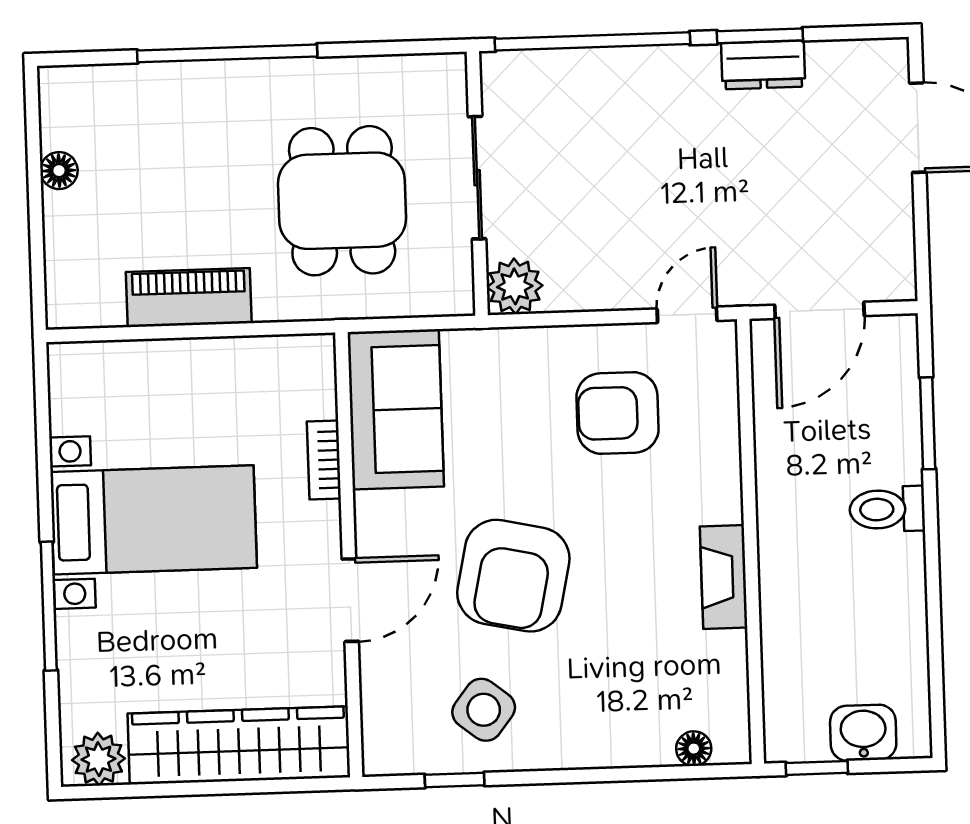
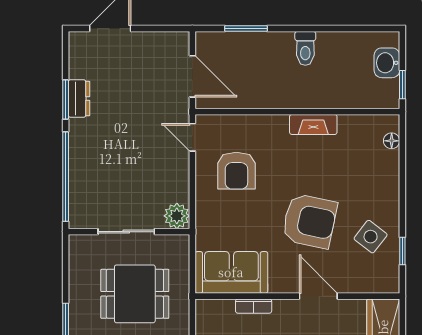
toilet: (887, 509) -> (305, 48), moved

